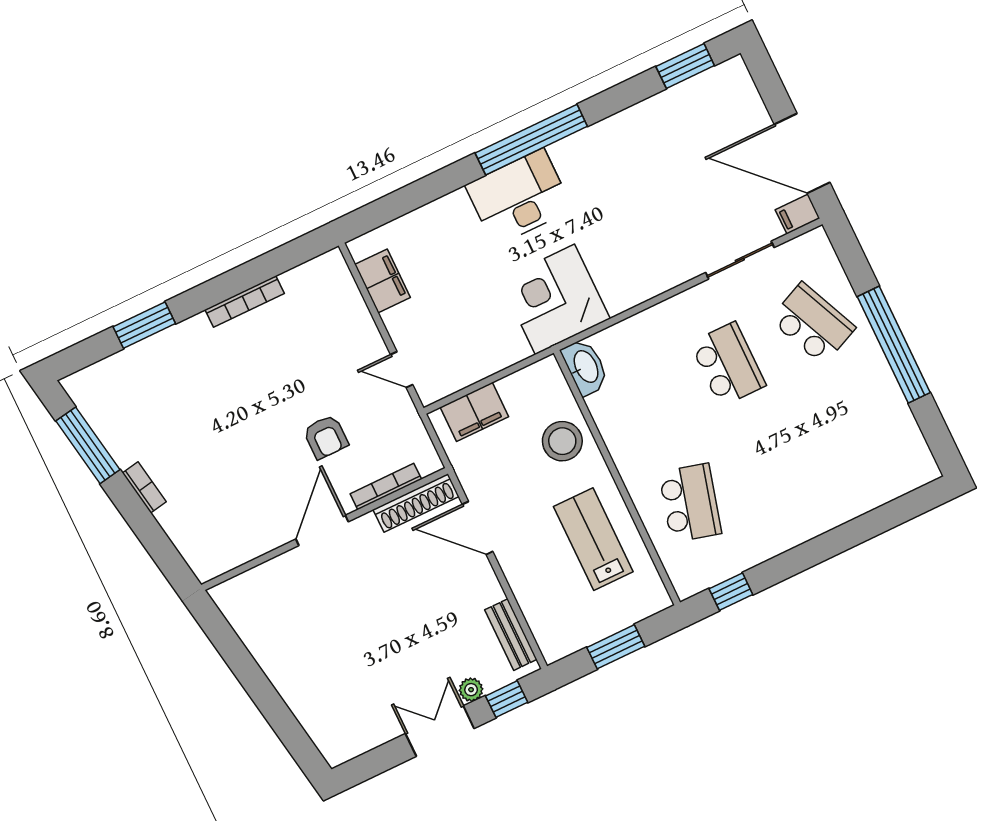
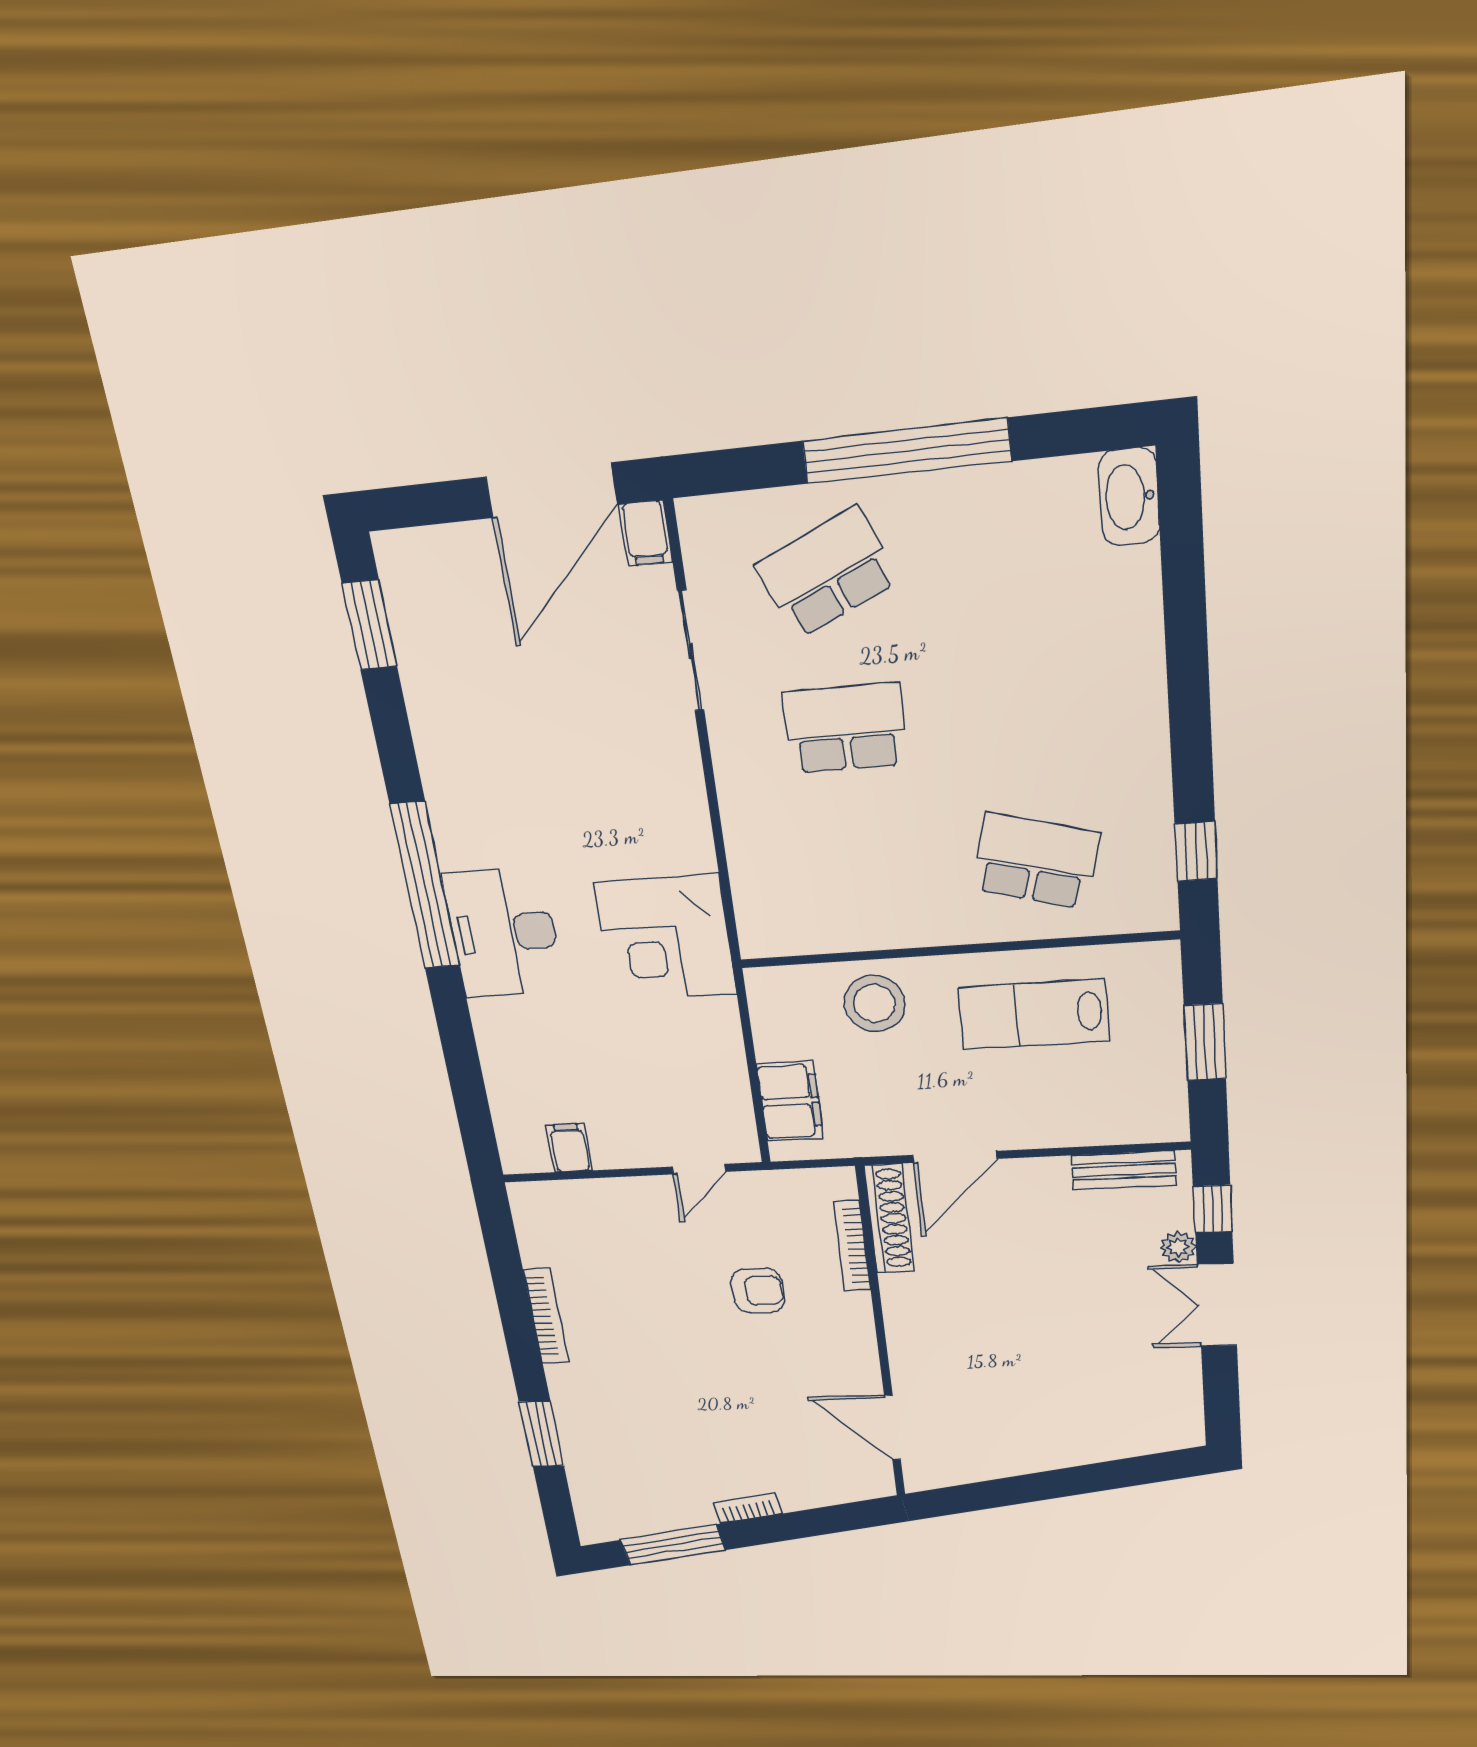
filing cabinet: (382, 281) -> (569, 1148), width x0.50
washbasin: (585, 367) -> (1129, 497), moved, turned -90
door: (322, 530) -> (893, 1428), moved

